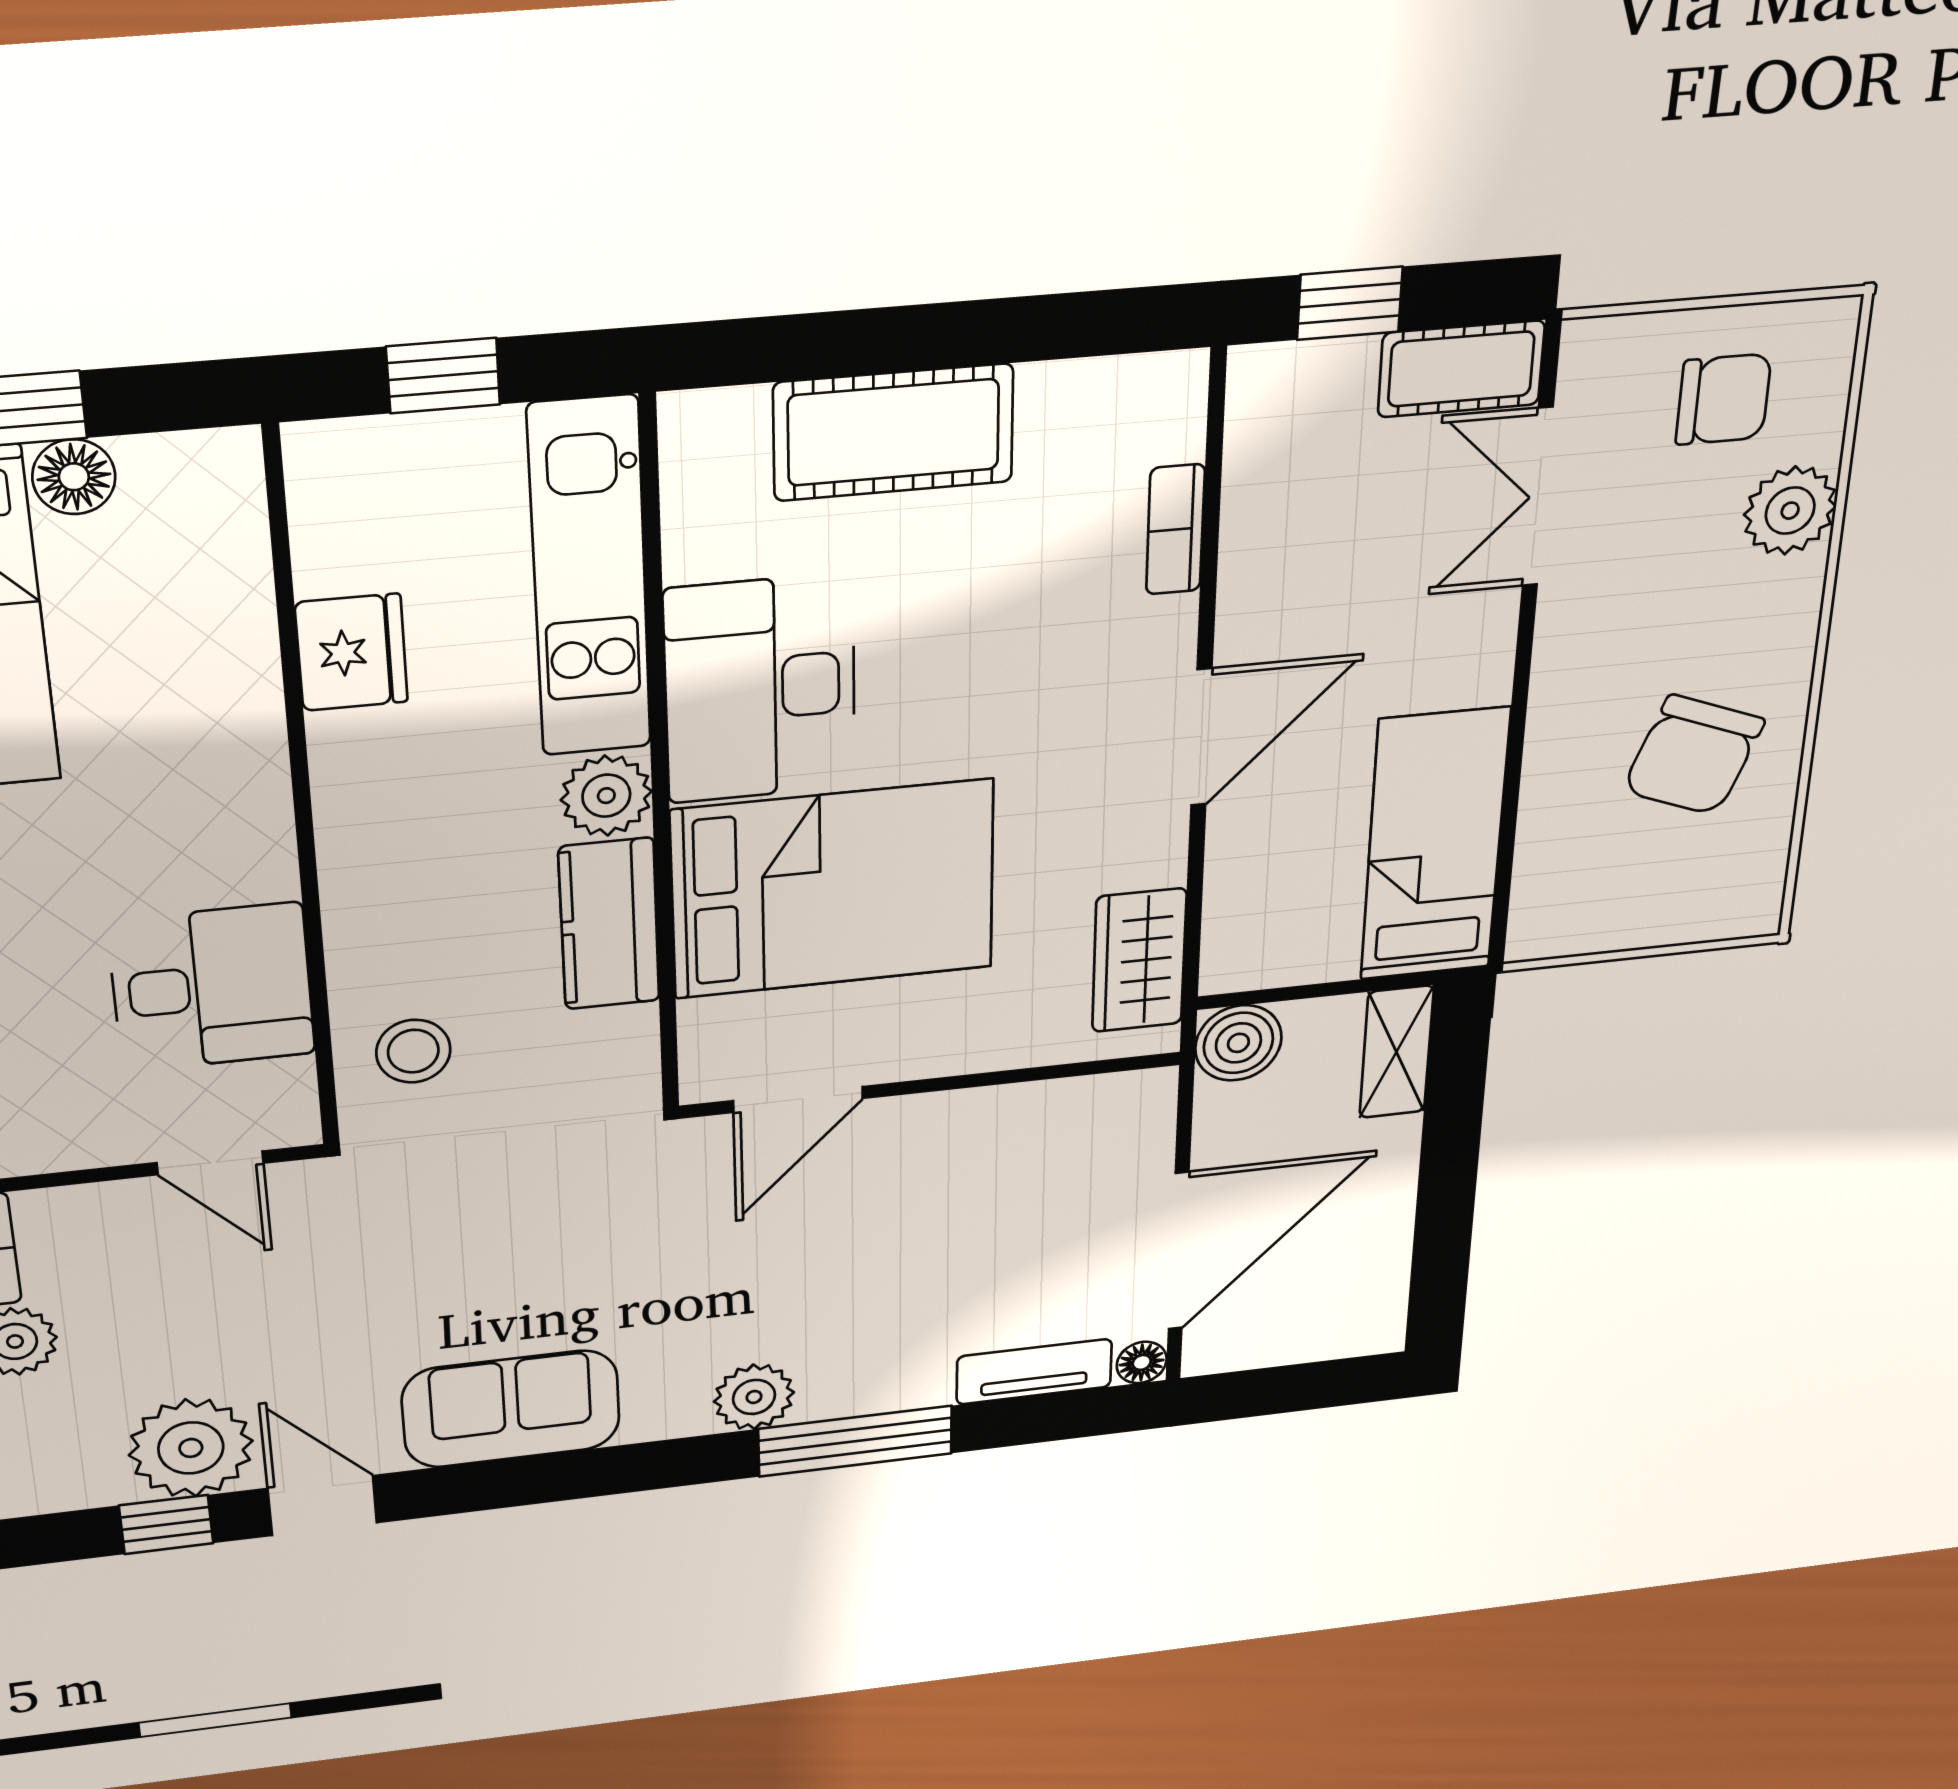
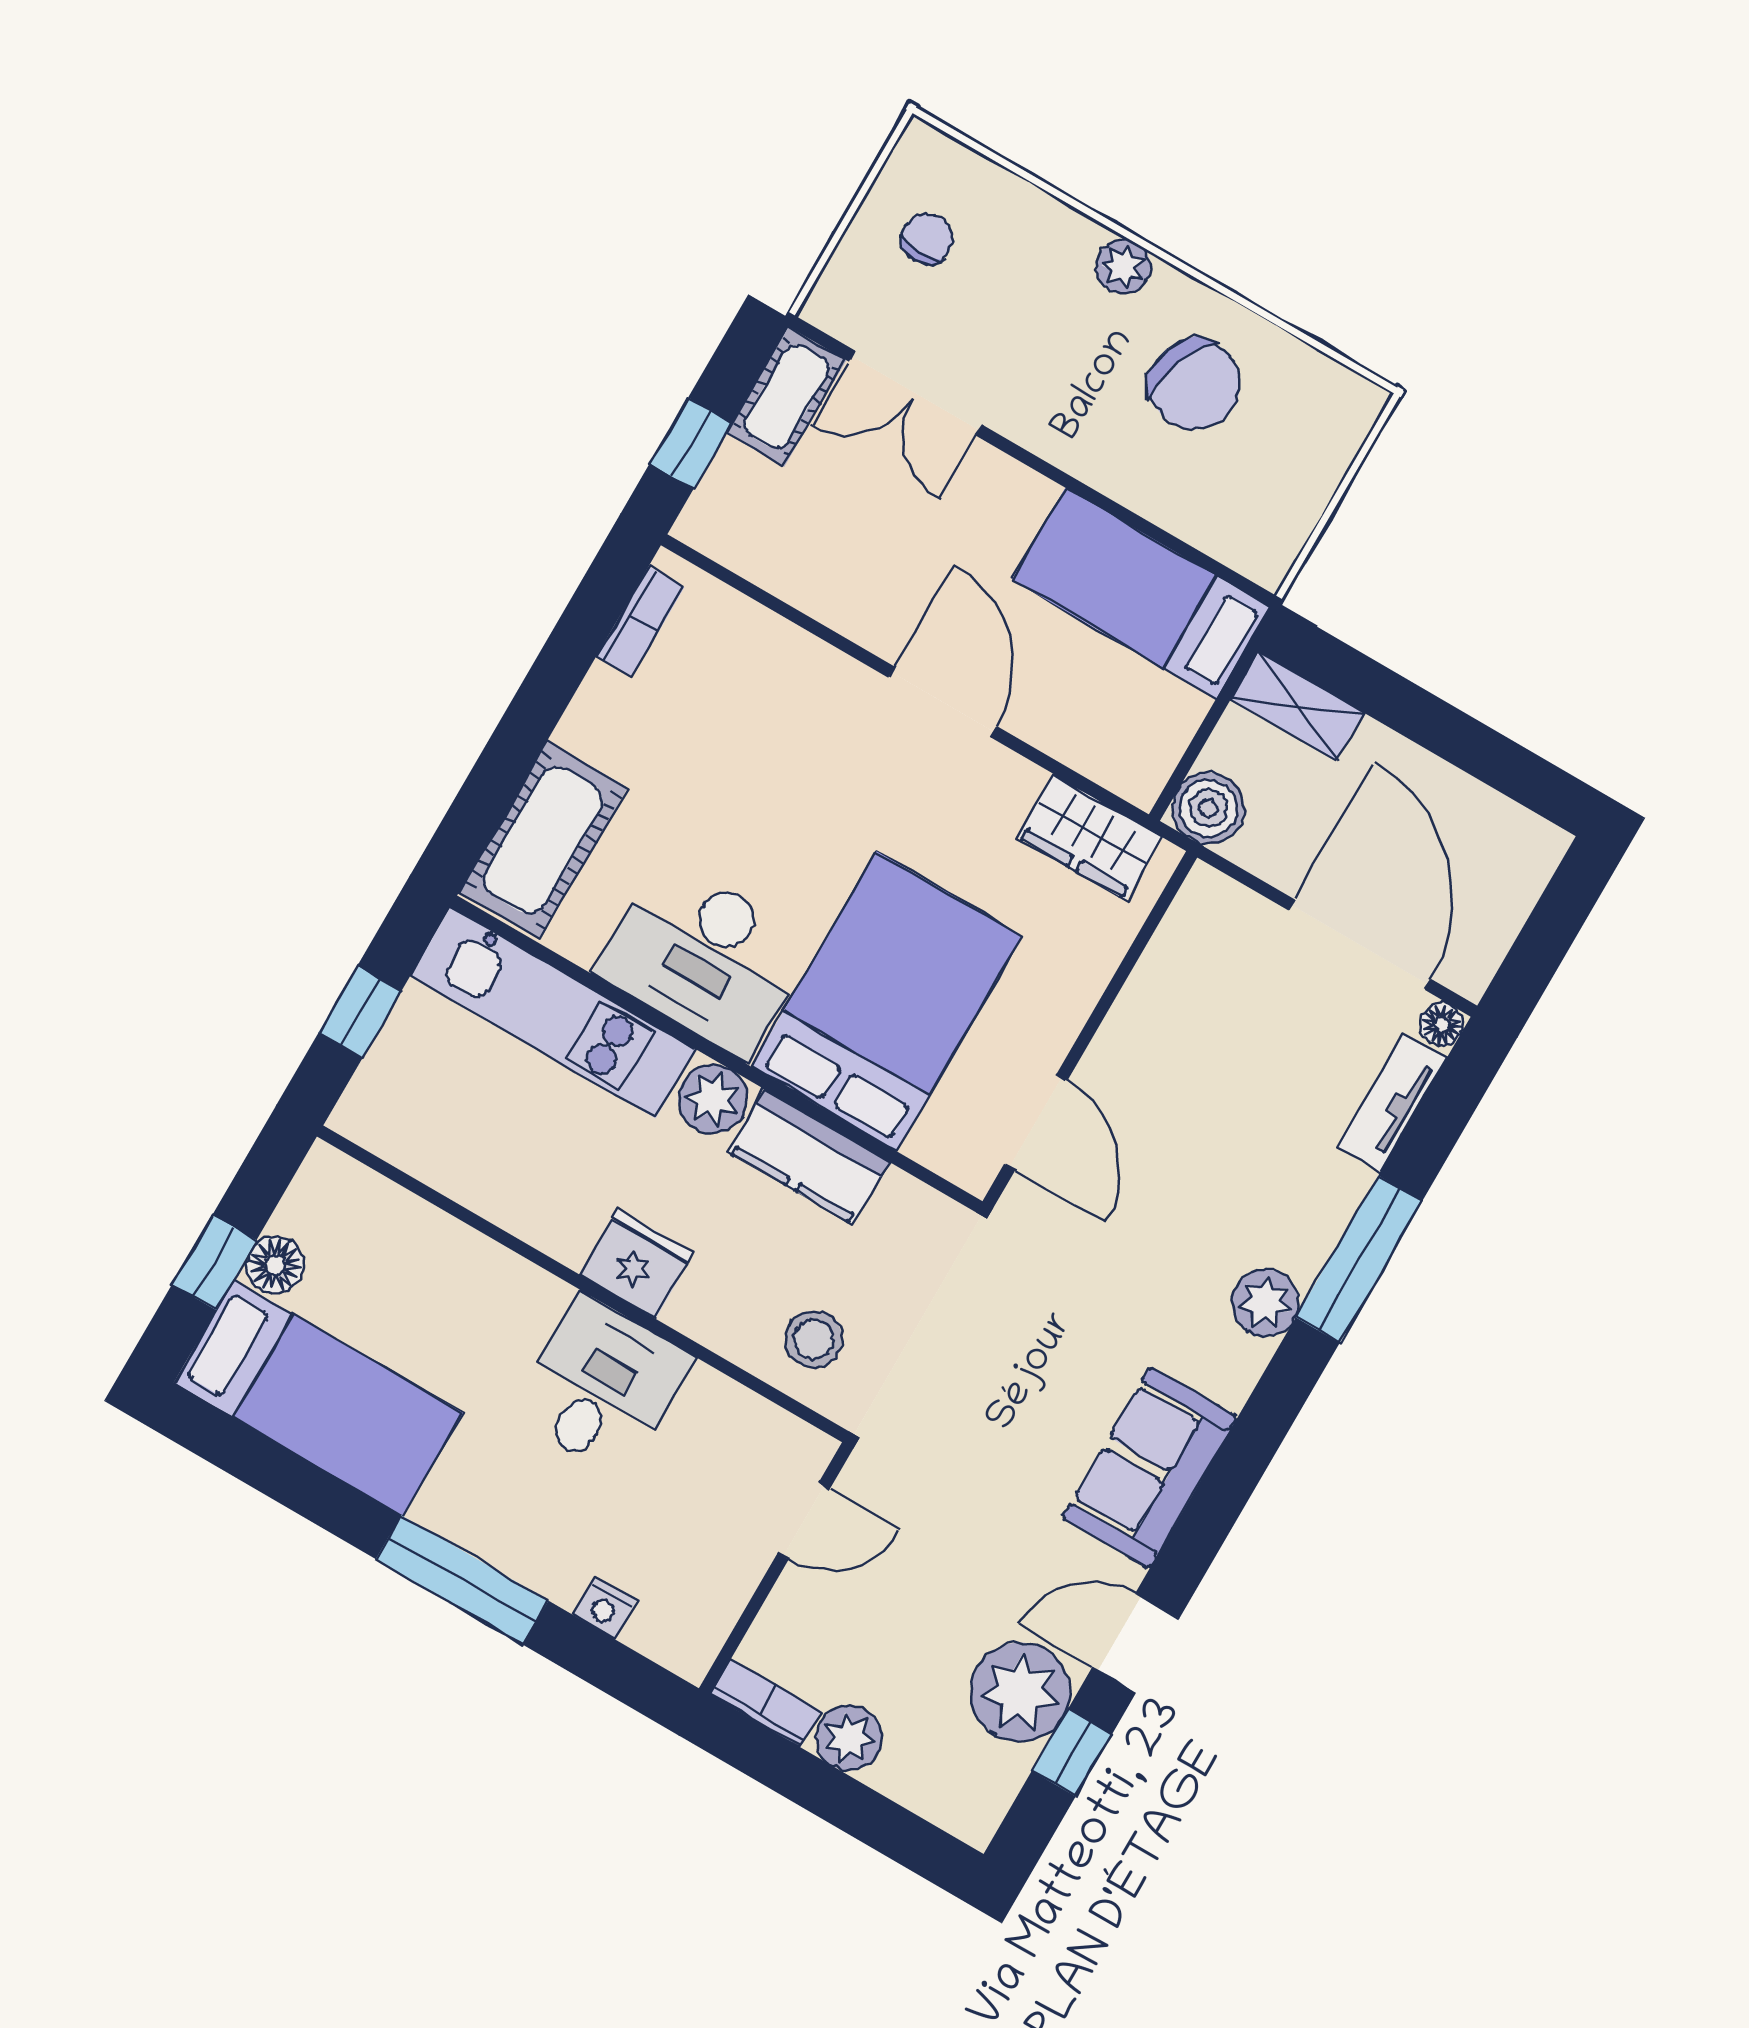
chair: (1723, 399) -> (927, 239), width x0.73, depth x0.73
cot: (893, 432) -> (543, 840), moved
plant: (1790, 511) -> (1123, 267), moved, width x0.73, depth x0.73
bookcase: (1175, 529) -> (641, 621), moved, turned -90
fridge: (352, 652) -> (636, 1264), moved
desk: (212, 987) -> (601, 1386), moved

